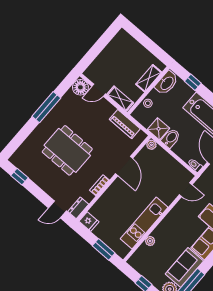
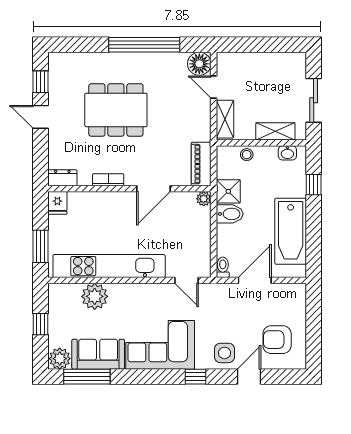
sliding door: (150, 45) -> (314, 100), added
washbasin: (167, 83) -> (287, 153), width x0.52, depth x0.69
window: (46, 107) -> (144, 45), width x1.46
piano: (125, 124) -> (201, 164), moved
dining table: (67, 150) -> (116, 110), turned 90
door: (57, 209) -> (40, 117), moved
kitchen unit: (144, 223) -> (109, 266), width x1.36
plant: (150, 241) -> (95, 296), width x1.87, depth x1.87

